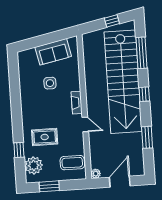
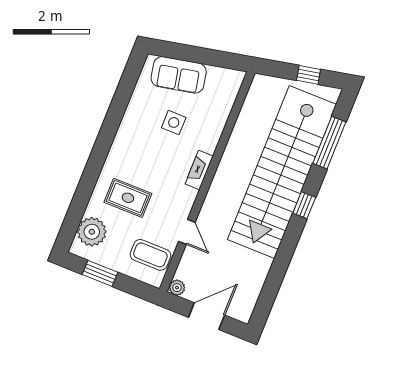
sofa: (53, 52) -> (179, 75), moved
door: (85, 124) -> (187, 232), moved
window: (147, 137) -> (278, 271), removed
window: (19, 150) -> (81, 199), removed

